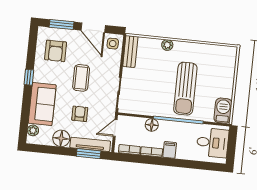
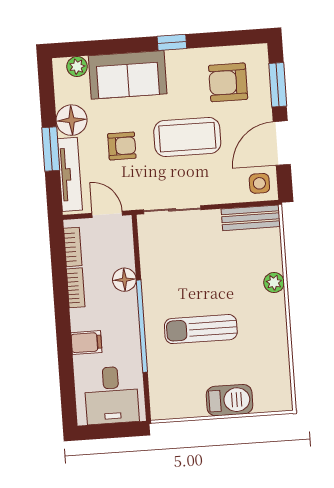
coffee table: (81, 78) -> (187, 137), width x1.36, depth x1.32
sun lounger: (185, 89) -> (201, 329), width x0.73, depth x0.75
barbecue: (223, 111) -> (229, 400), moved
filing cabinet: (170, 150) -> (86, 343), moved
window: (89, 154) -> (51, 149), moved

